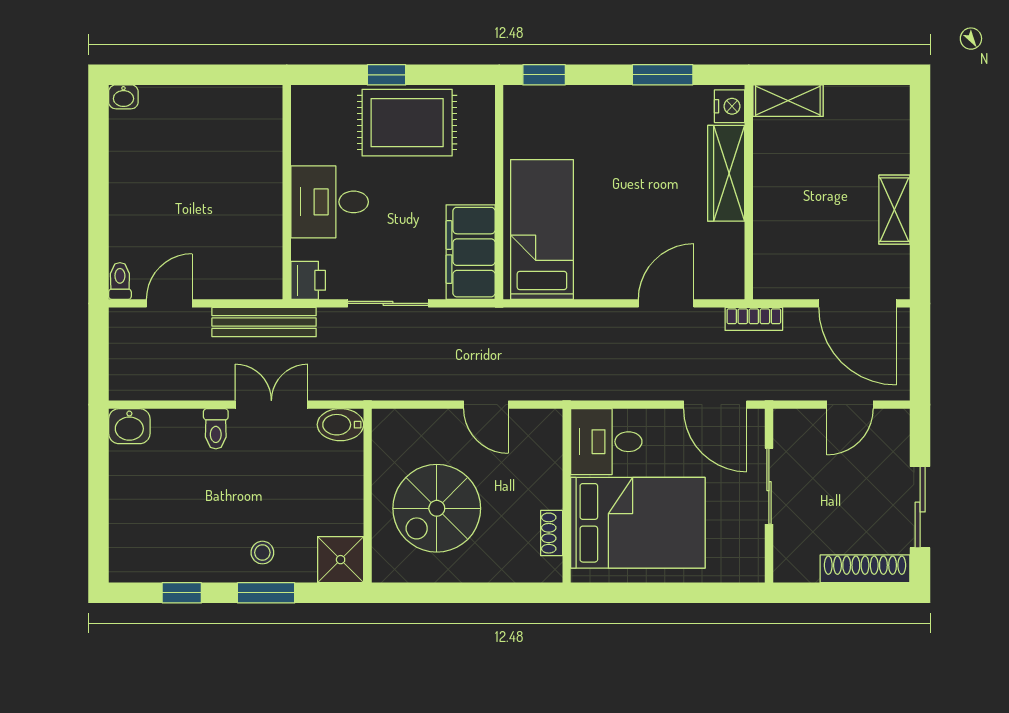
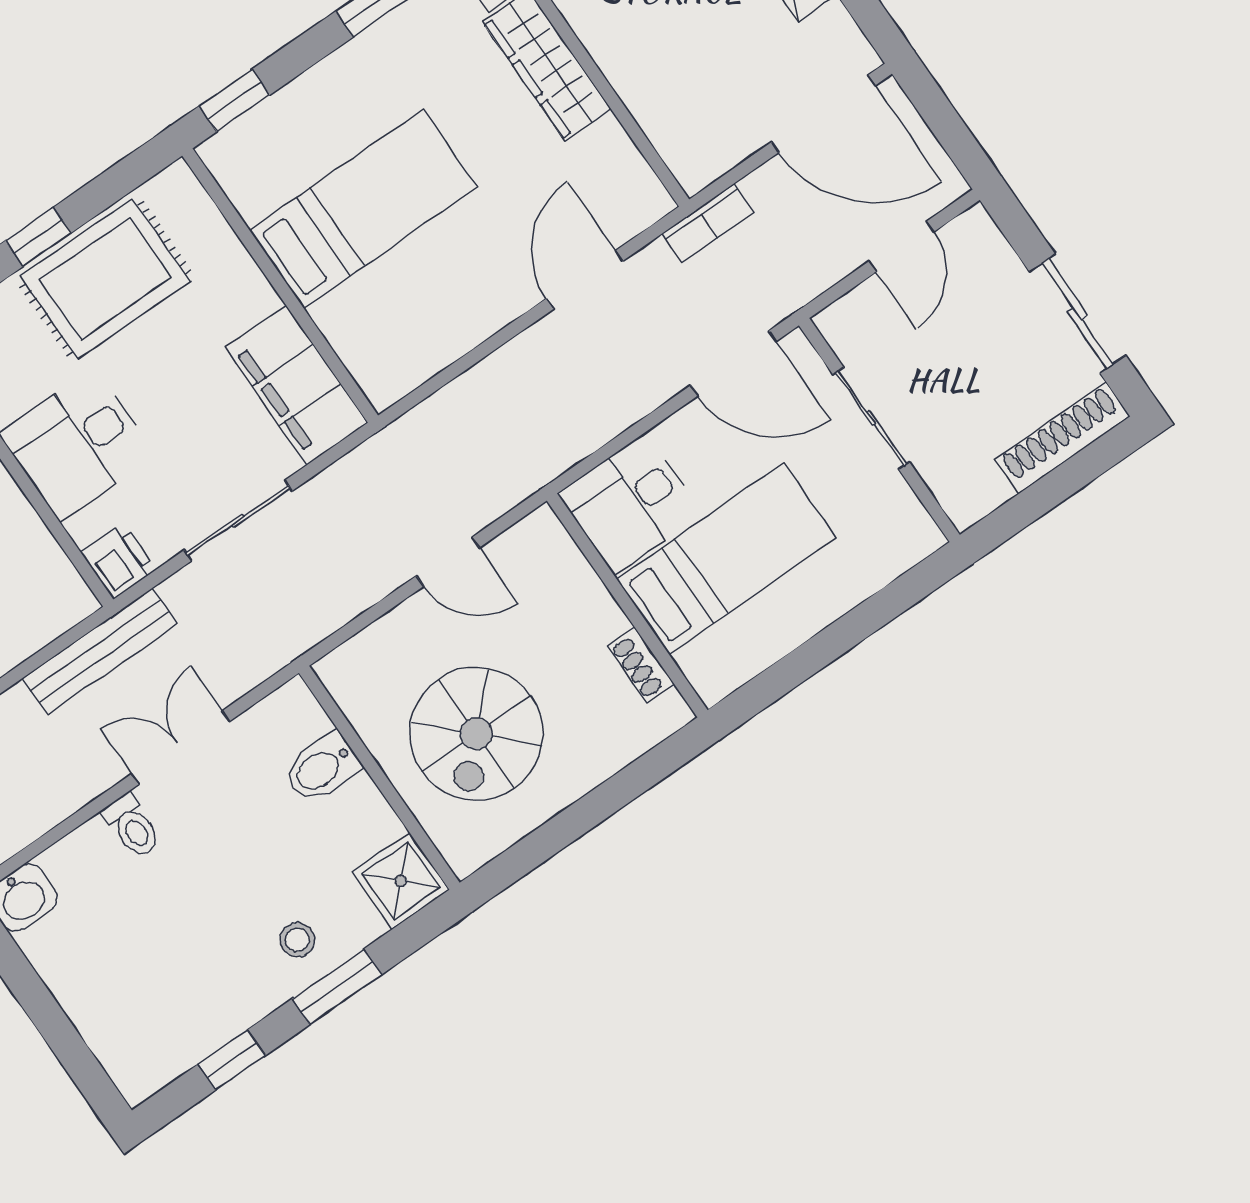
bed: (542, 230) -> (363, 209), moved, turned 90
bidet: (340, 425) -> (322, 768), moved
bed: (638, 523) -> (726, 559), width x0.67

